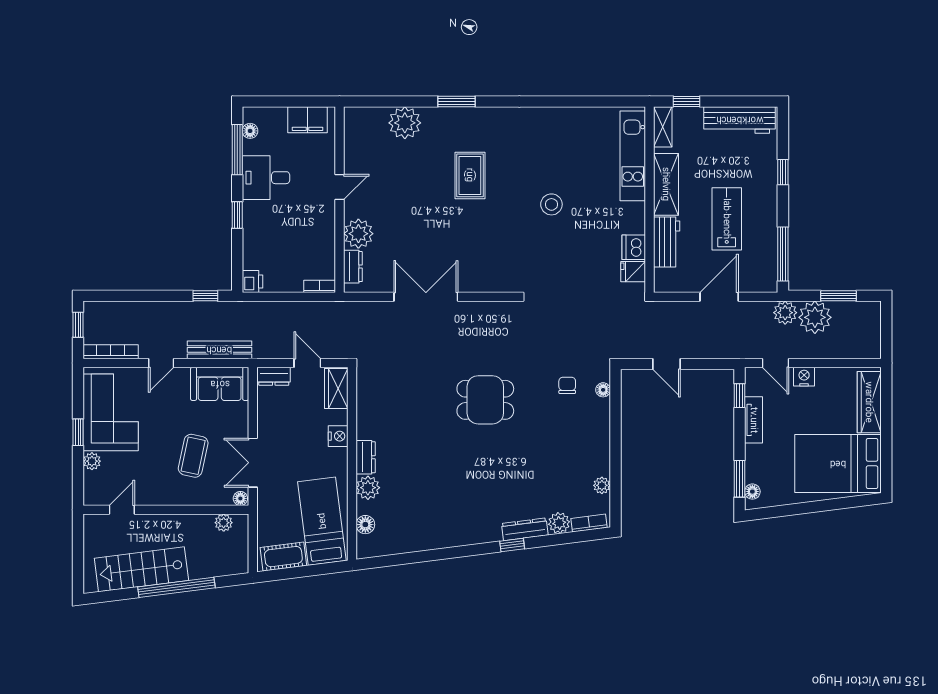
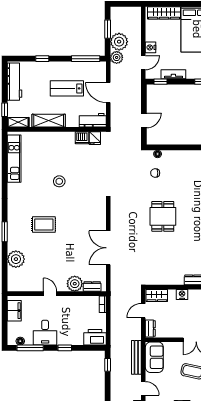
kitchen unit: (633, 156) -> (14, 159), moved, turned -90
workbench: (667, 242) -> (93, 120), moved
printer: (252, 282) -> (95, 337), width x1.87, depth x1.48

